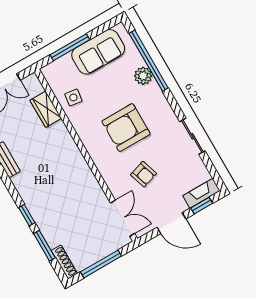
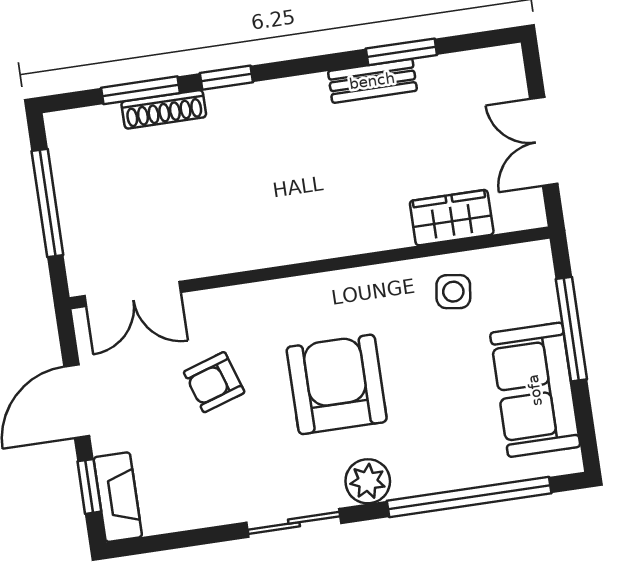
plant: (143, 76) -> (368, 481), moved
sliding door: (192, 136) -> (294, 523), moved
shoe rack: (64, 262) -> (164, 109), moved

